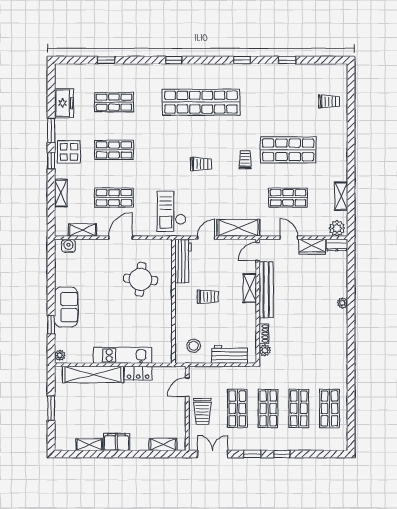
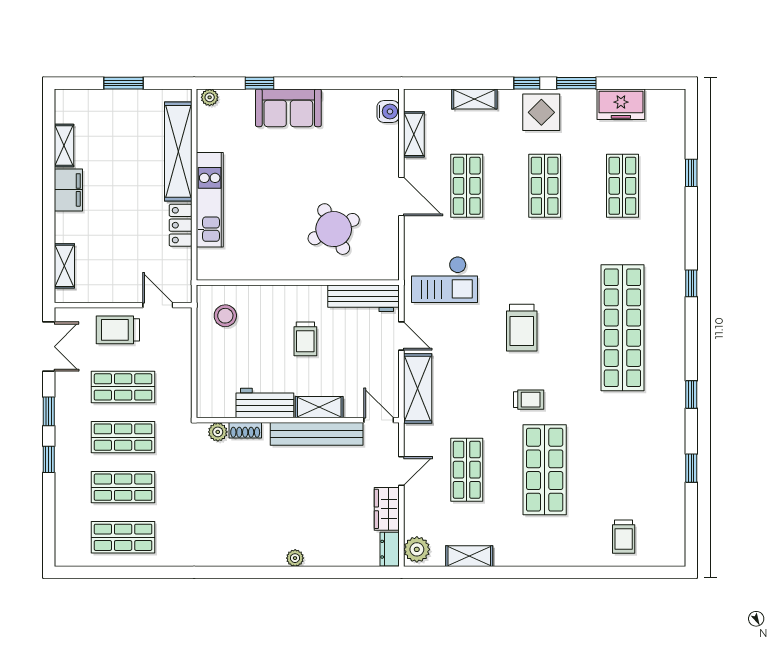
trolley: (201, 164) -> (522, 328), width x1.36, depth x1.39
checkout: (171, 211) -> (445, 280), turned 180
round table: (141, 279) -> (334, 229), turned -31
workbench: (229, 354) -> (265, 403), moved, turned -90

